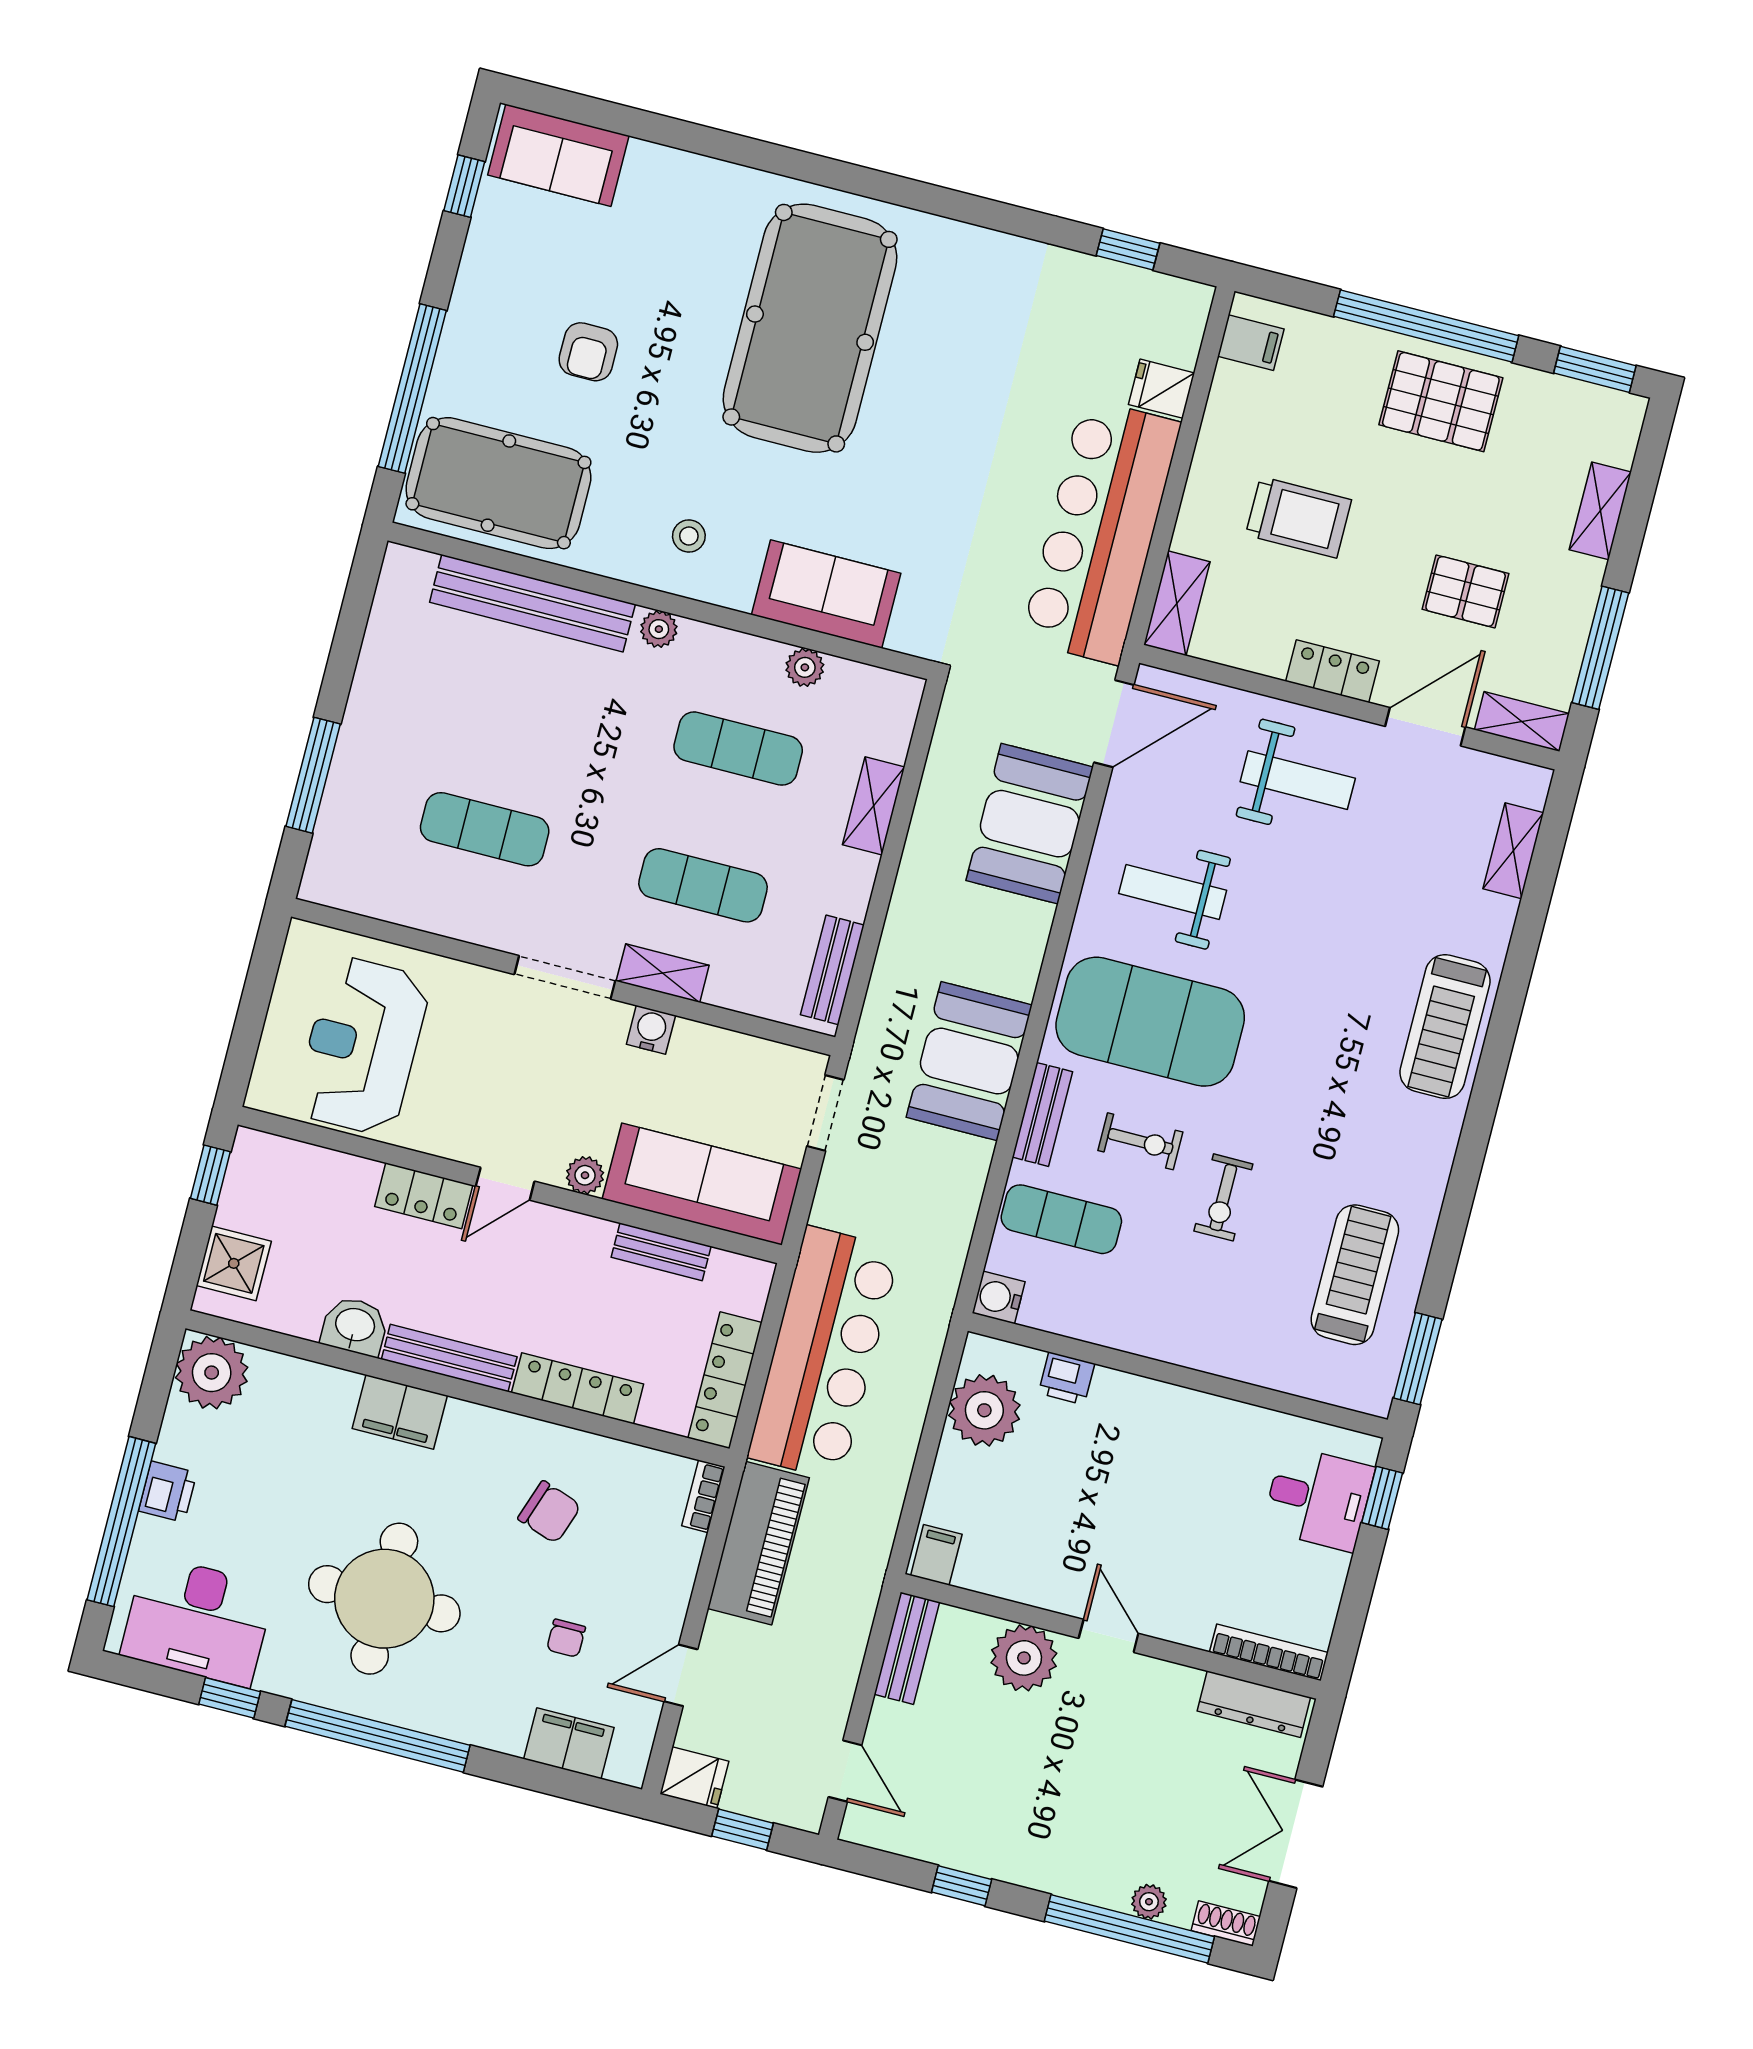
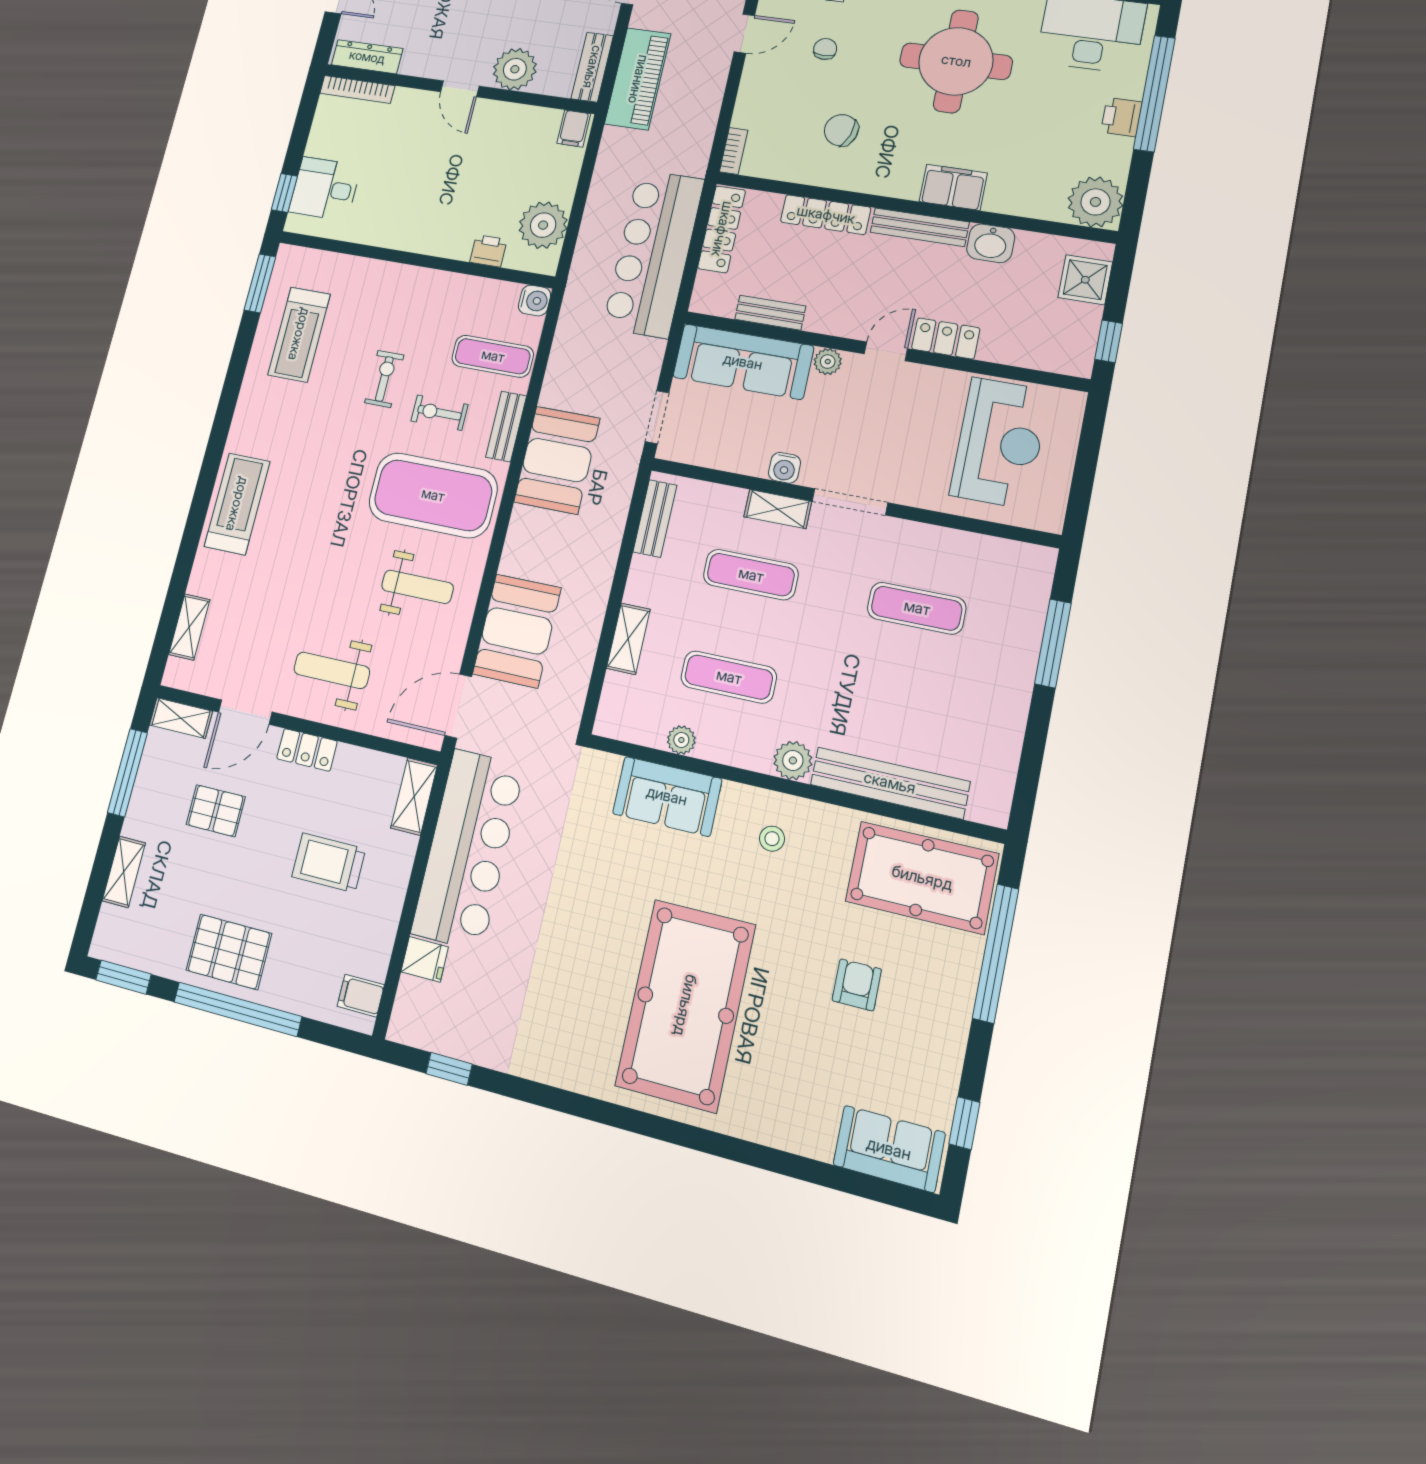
plant: (659, 629) -> (793, 760), width x1.38, depth x1.38
piano: (758, 1543) -> (638, 79), moved, turned 180

